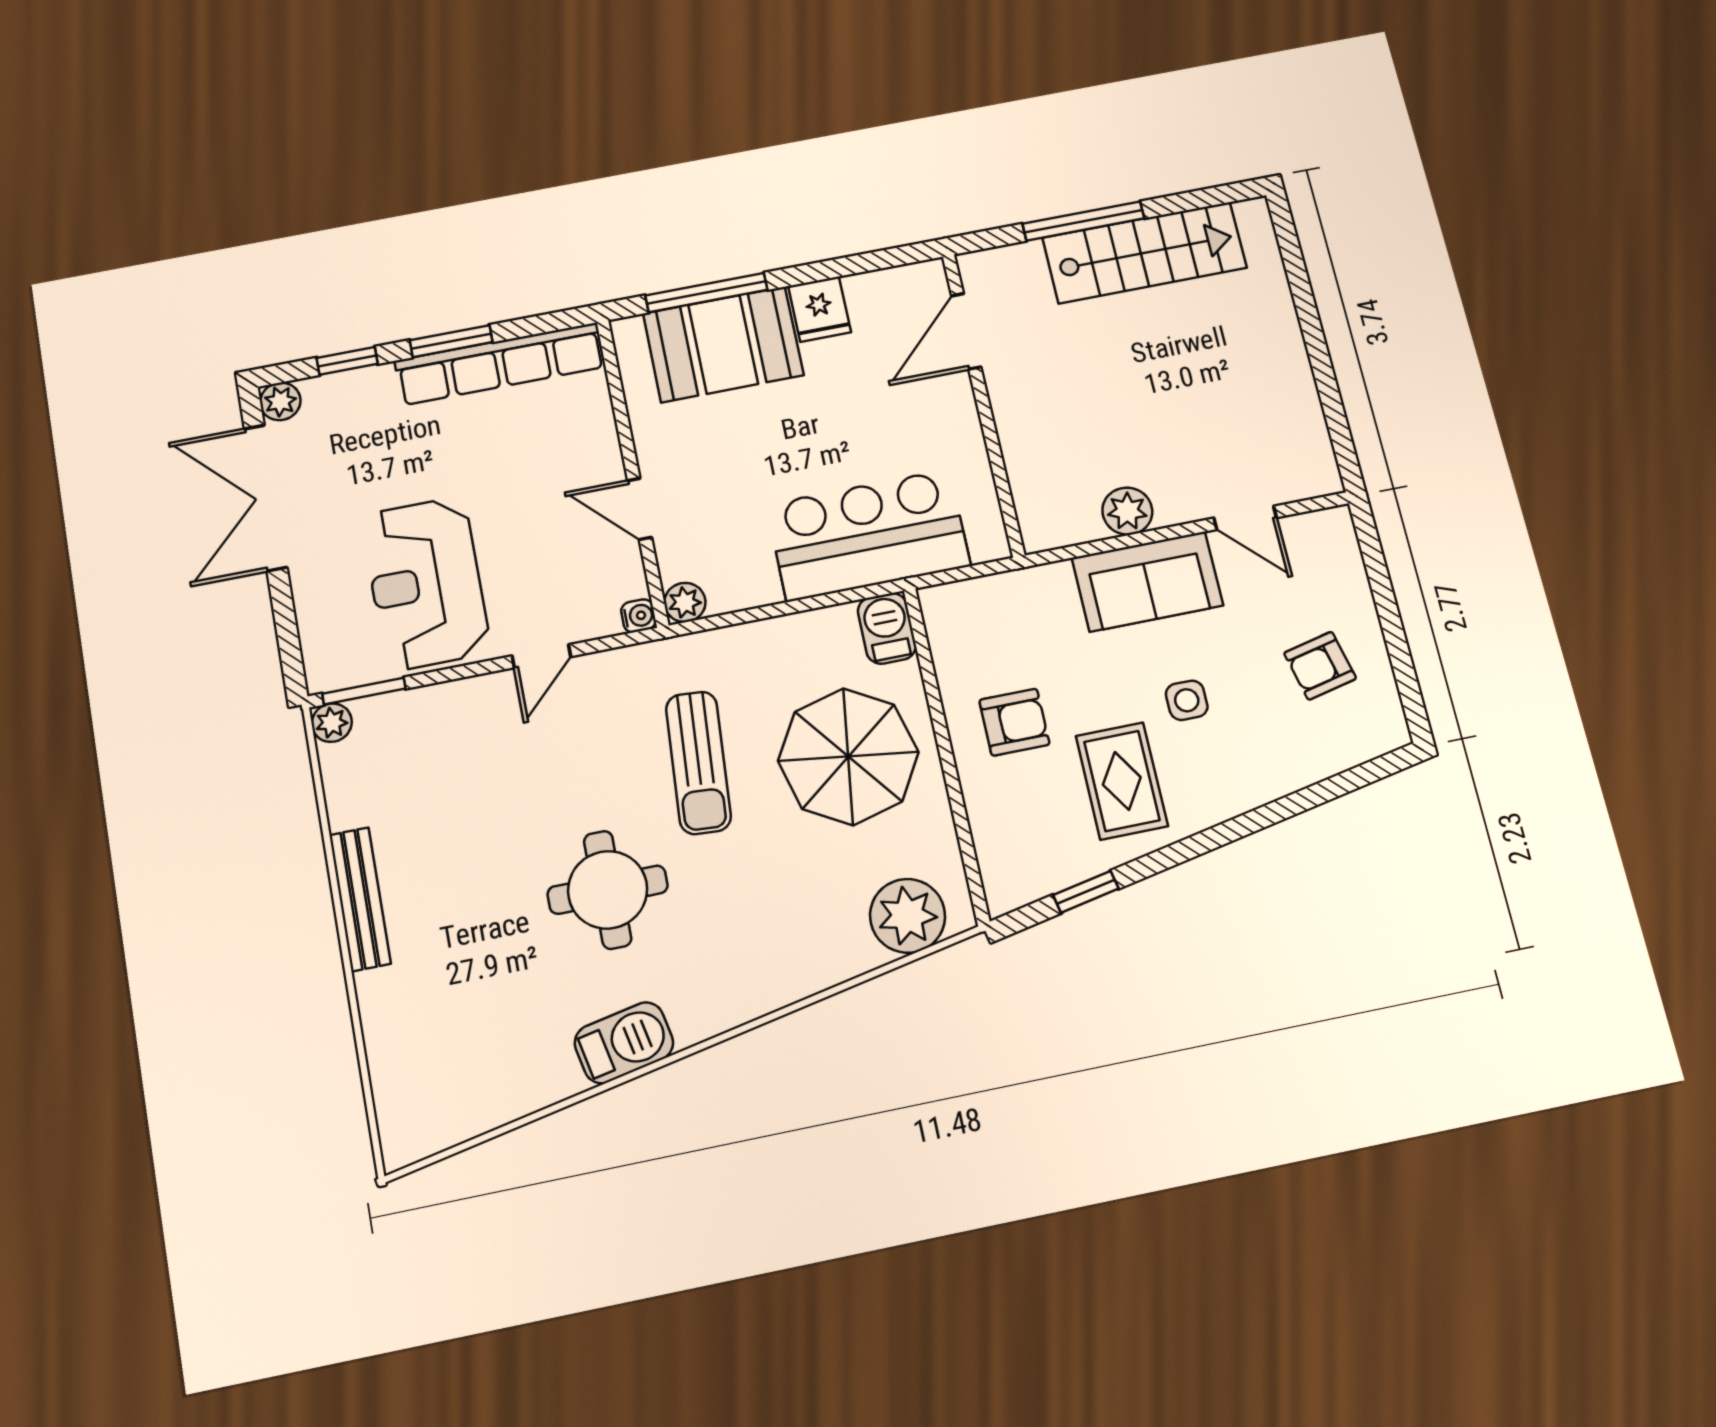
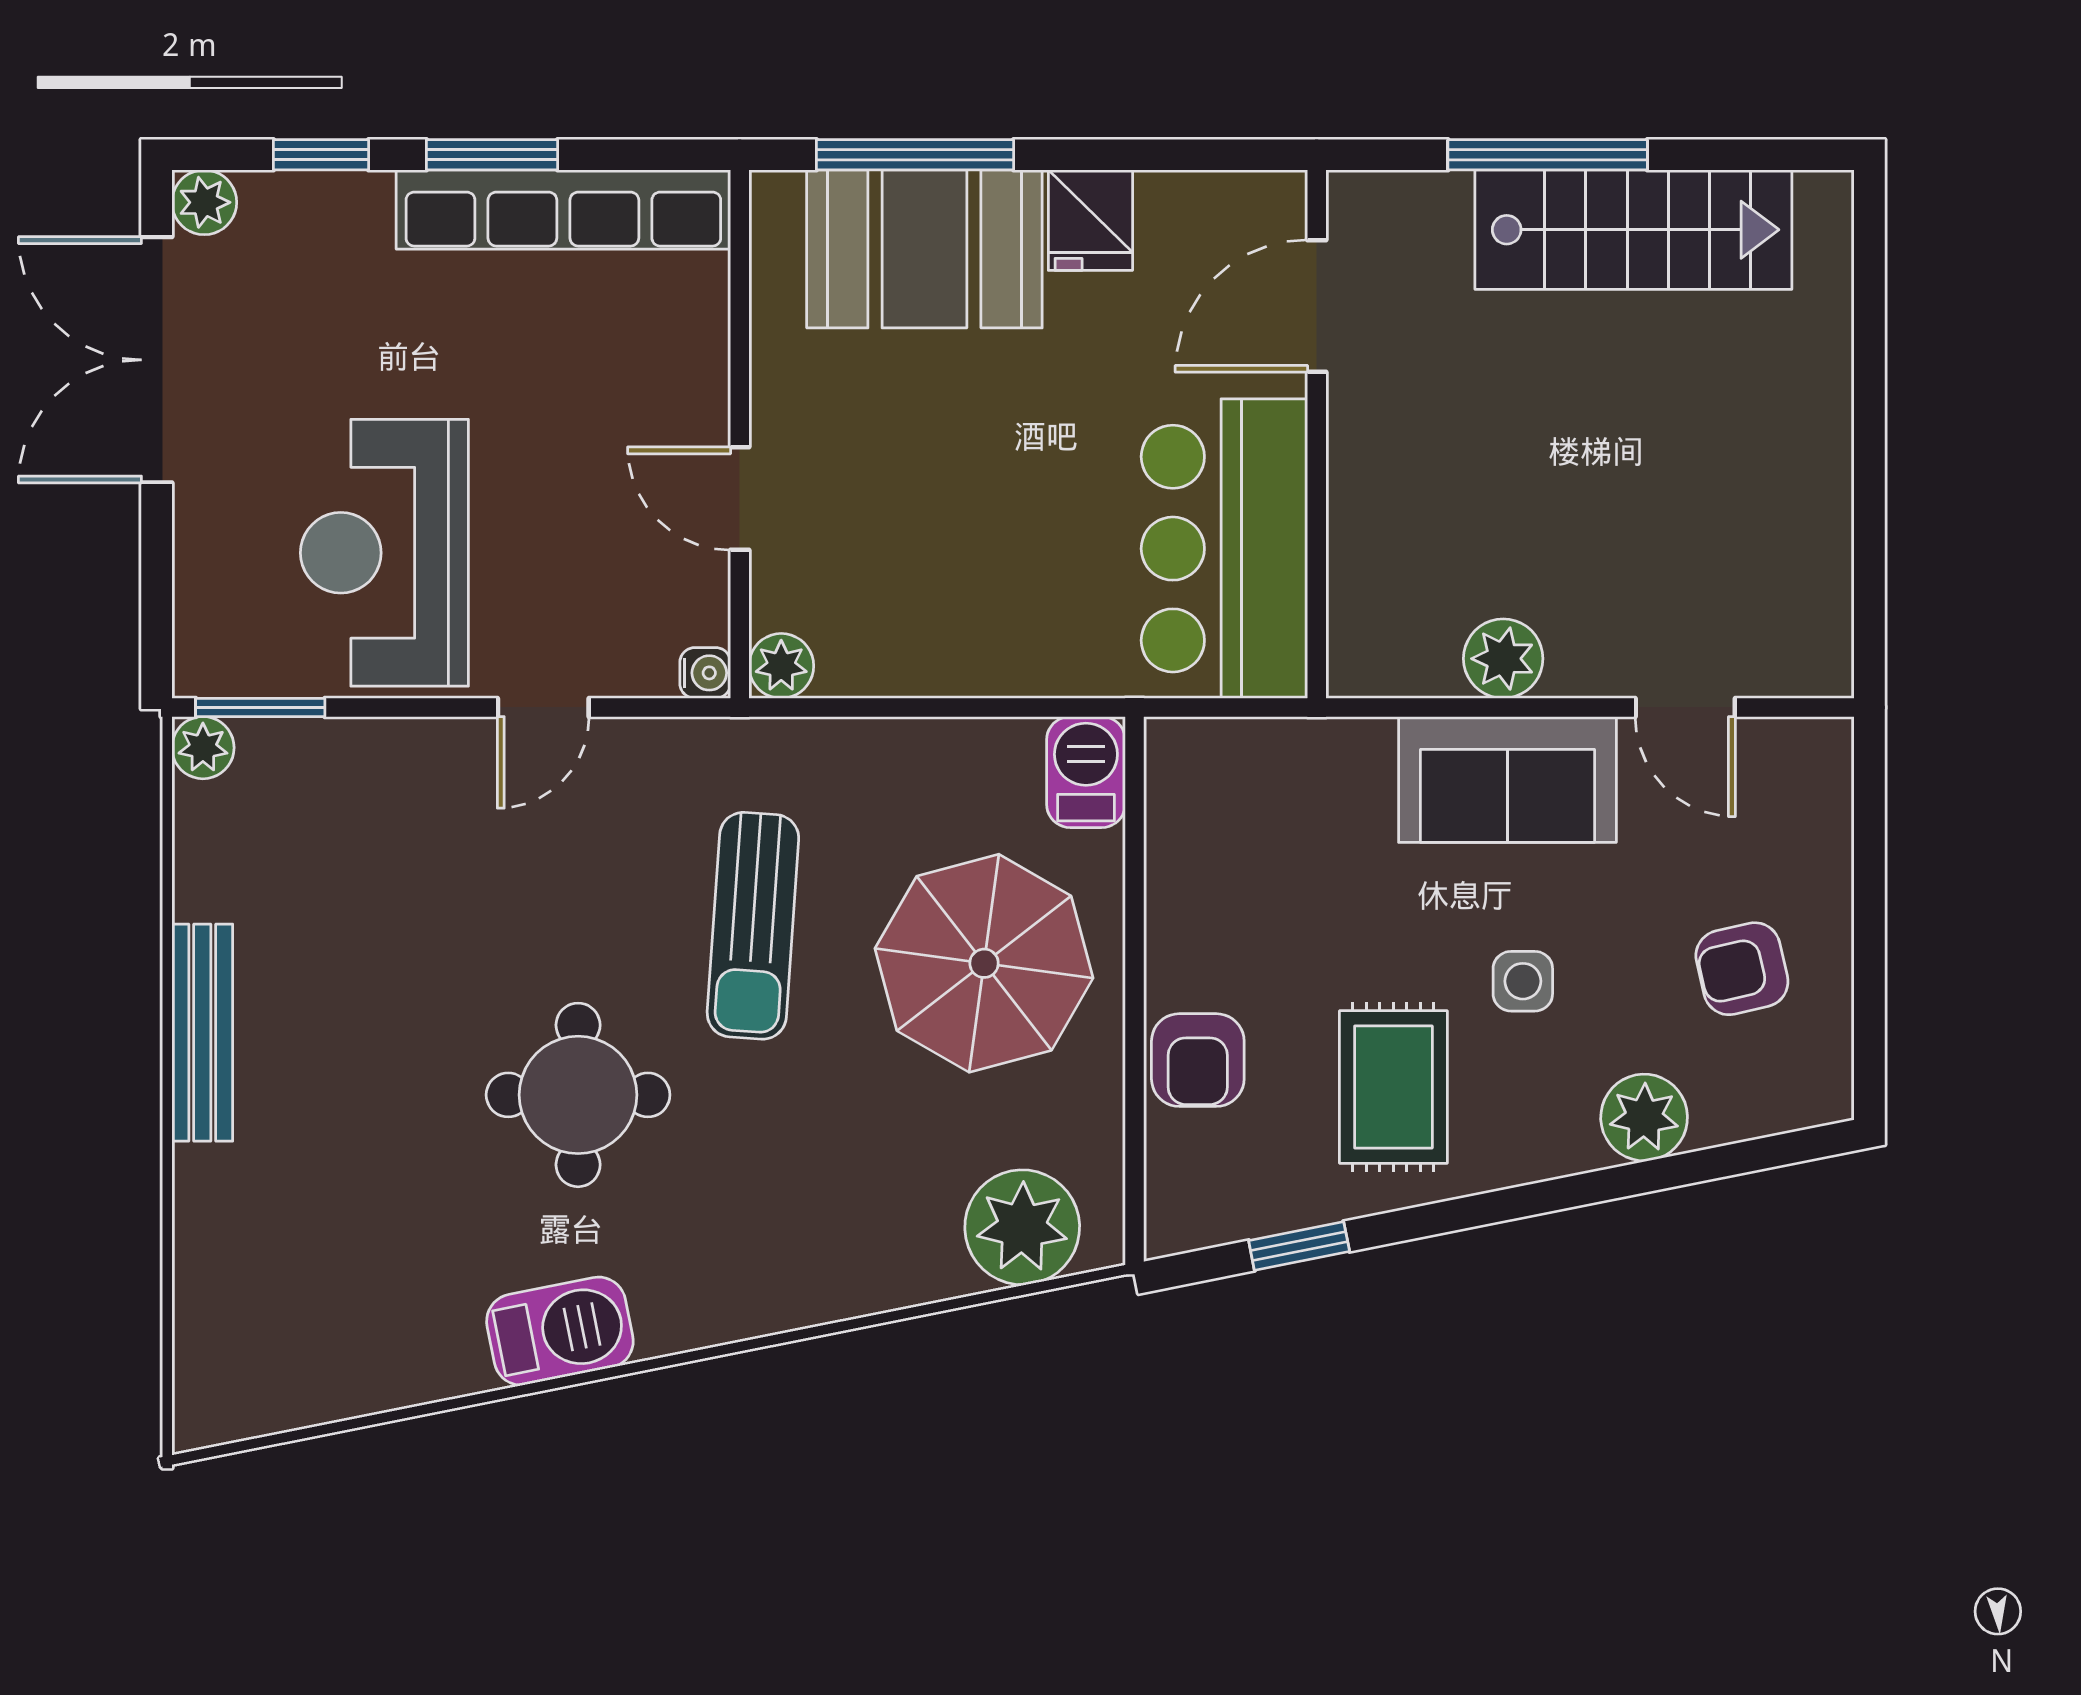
bar counter: (868, 535) -> (1224, 549), moved, turned -90
armchair: (1014, 722) -> (1198, 1060), moved, turned 90
plant: (1283, 768) -> (1644, 1117), added

